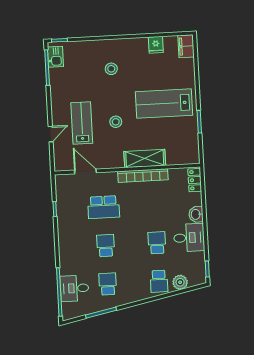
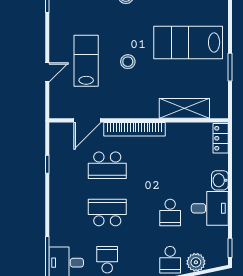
shelving: (145, 158) -> (184, 108), moved
door: (85, 171) -> (87, 120), swing flipped
bookcase: (143, 176) -> (135, 129), moved
school desk: (157, 243) -> (170, 212), turned 180
school desk: (106, 246) -> (107, 212), width x1.85

